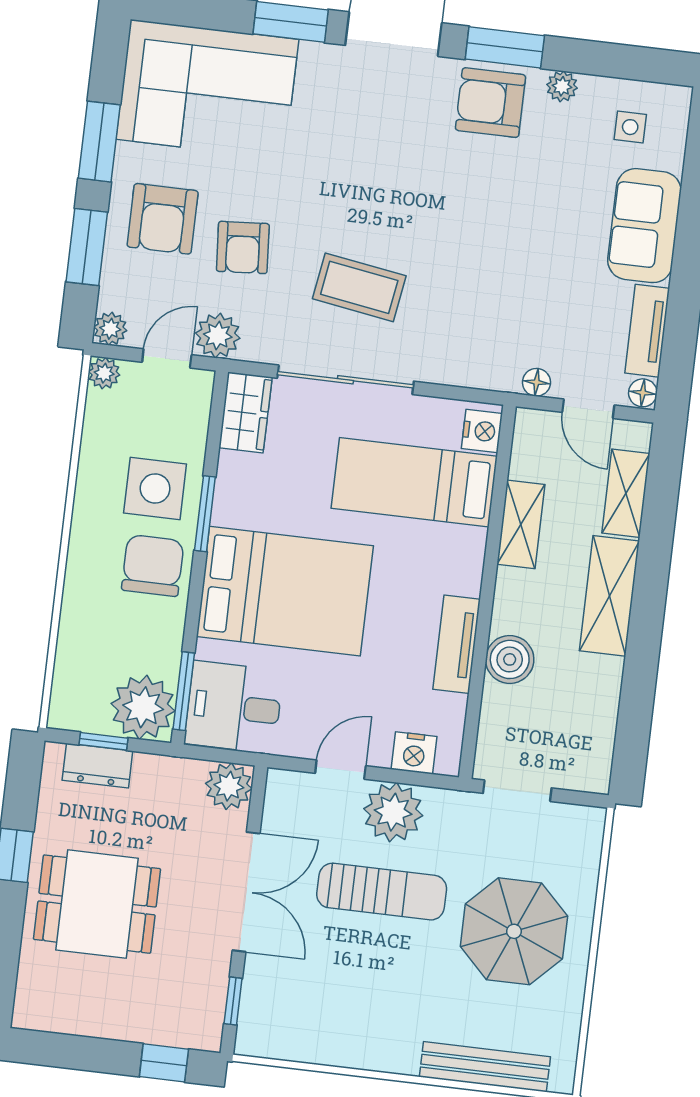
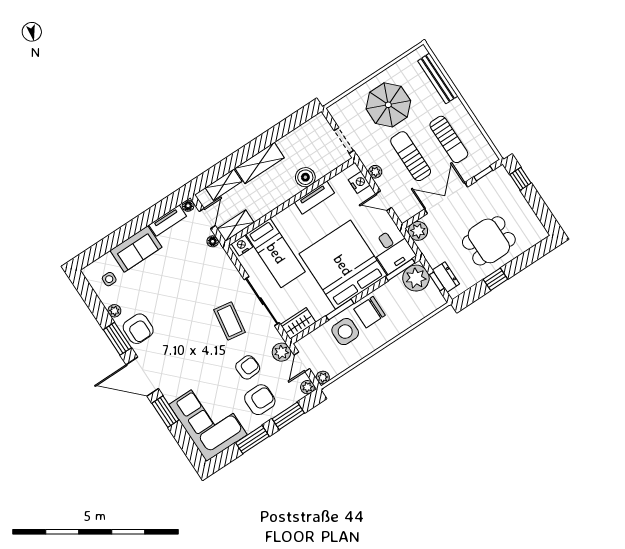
door: (167, 358) -> (302, 362), hinge flipped
shelving: (521, 524) -> (236, 226), moved
bed: (285, 591) -> (343, 265), width x1.36
plant: (393, 812) -> (375, 172), width x0.53, depth x0.53
dining table: (97, 904) -> (489, 241), turned 90
sun lounger: (352, 990) -> (449, 139), added

